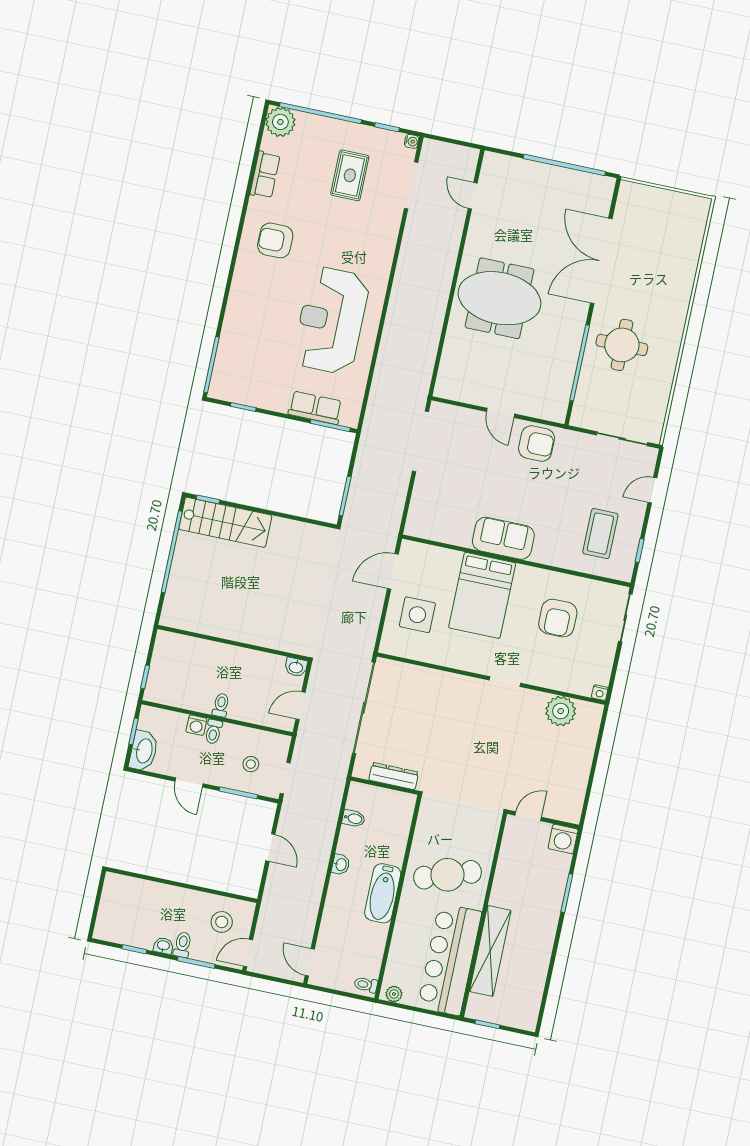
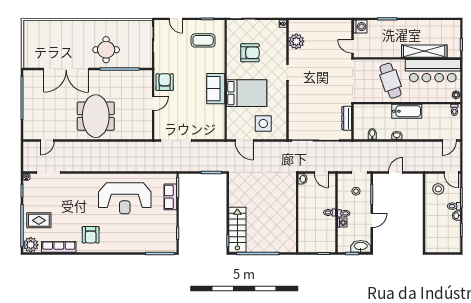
row of seats: (265, 175) -> (59, 247), width x1.48
rug: (350, 175) -> (39, 220), moved

